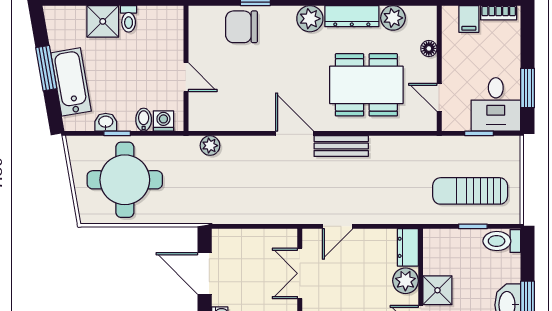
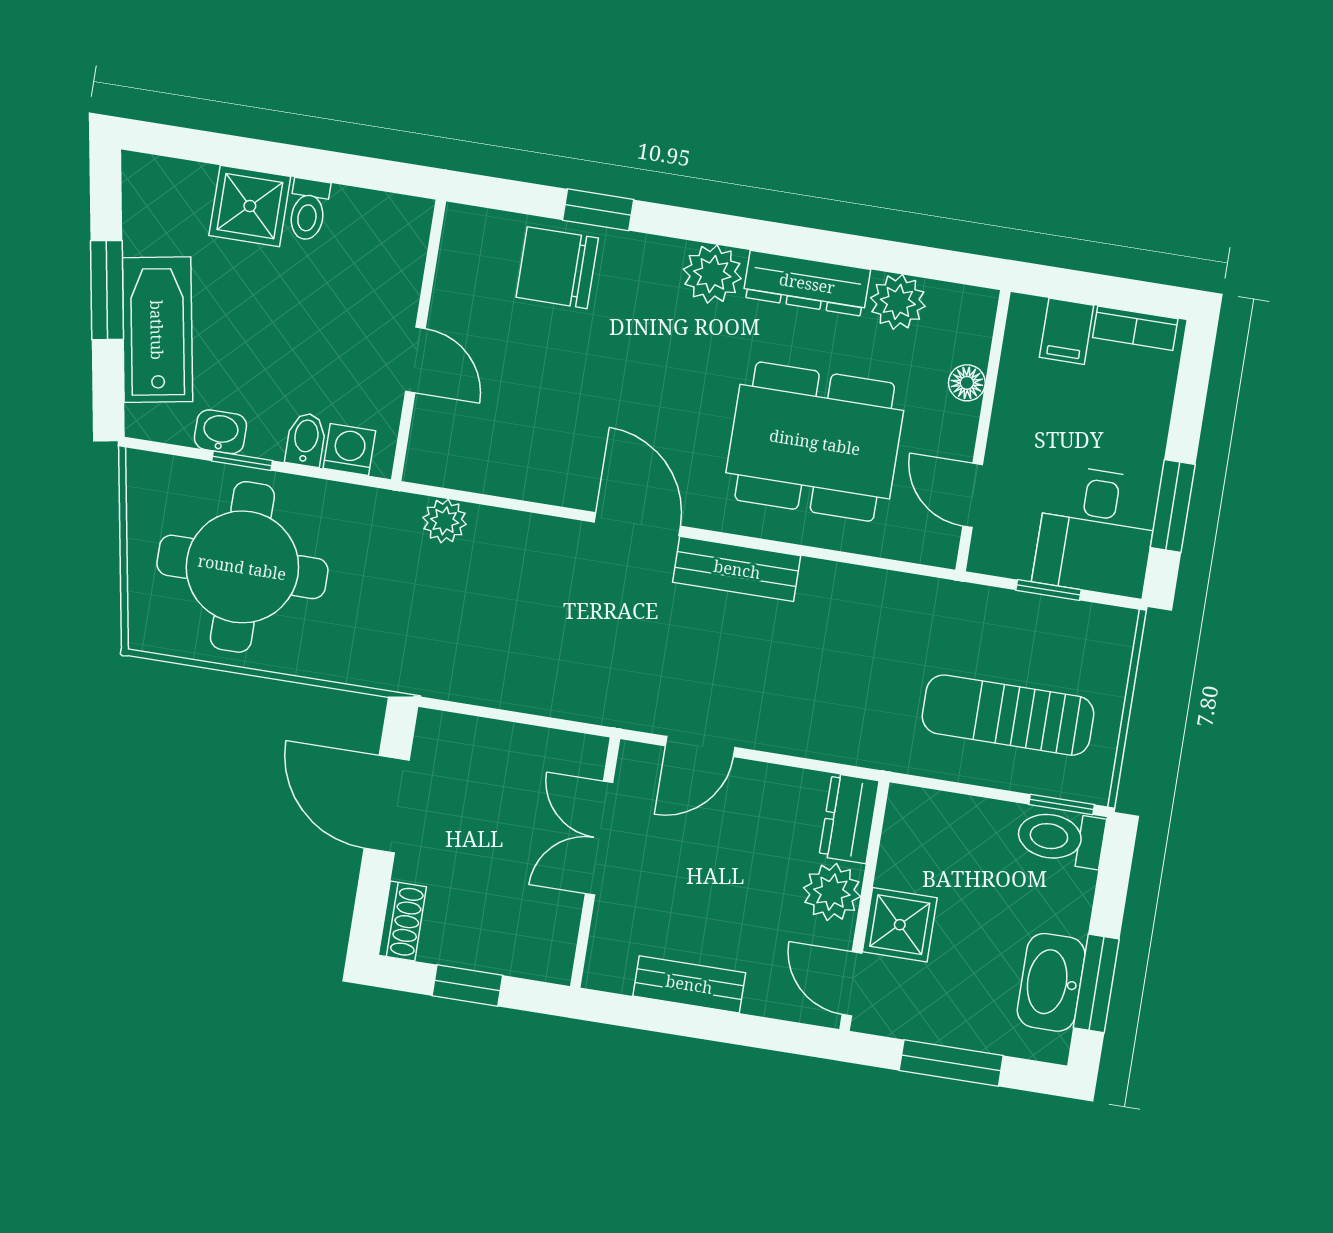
window: (473, 226) -> (1062, 805), moved

